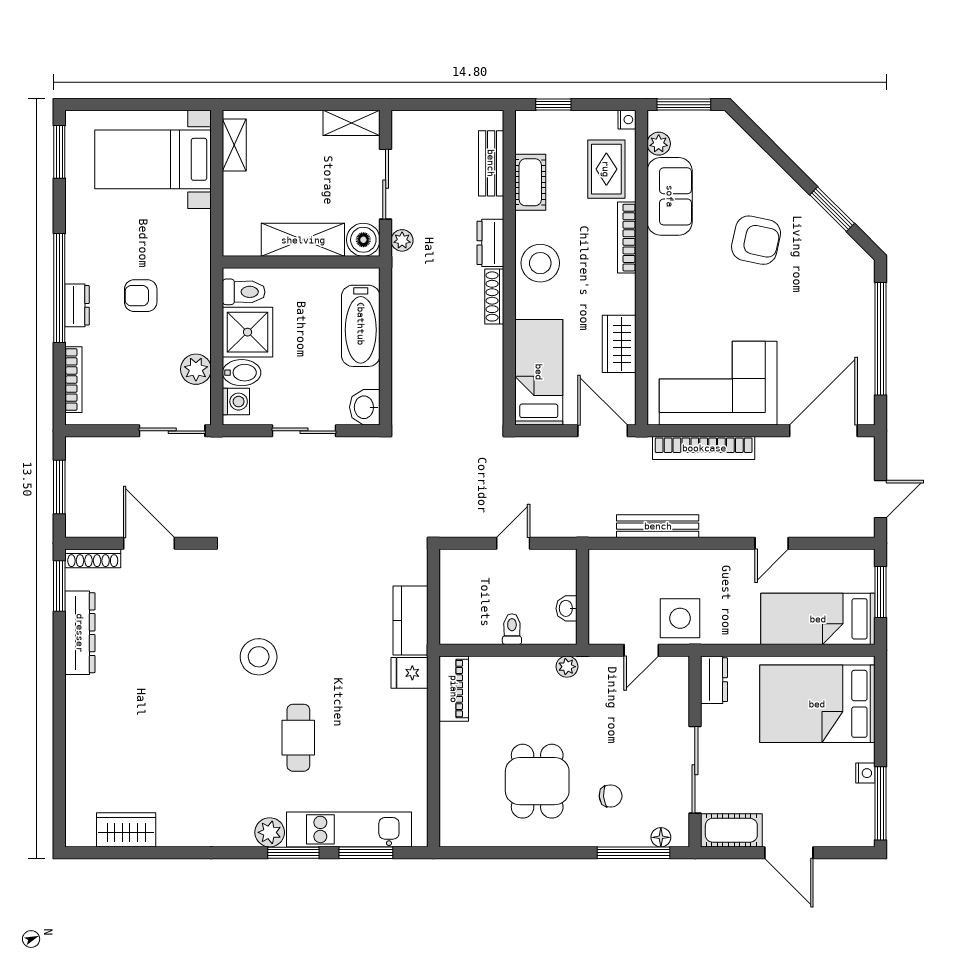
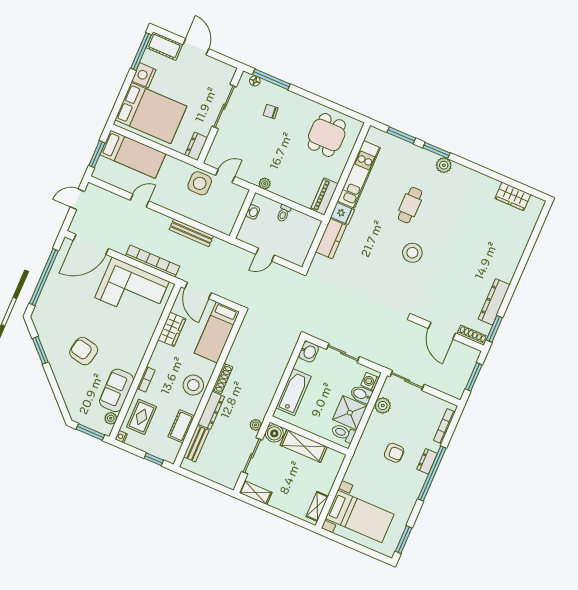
bookcase: (627, 238) -> (146, 379), width x0.64
dresser: (490, 243) -> (211, 410), width x1.44
nightstand: (865, 773) -> (144, 75), width x1.89, depth x1.79
dining table: (537, 781) -> (327, 135), moved
kitchen unit: (349, 829) -> (359, 174), moved, turned -90
cot: (731, 830) -> (164, 46), moved

